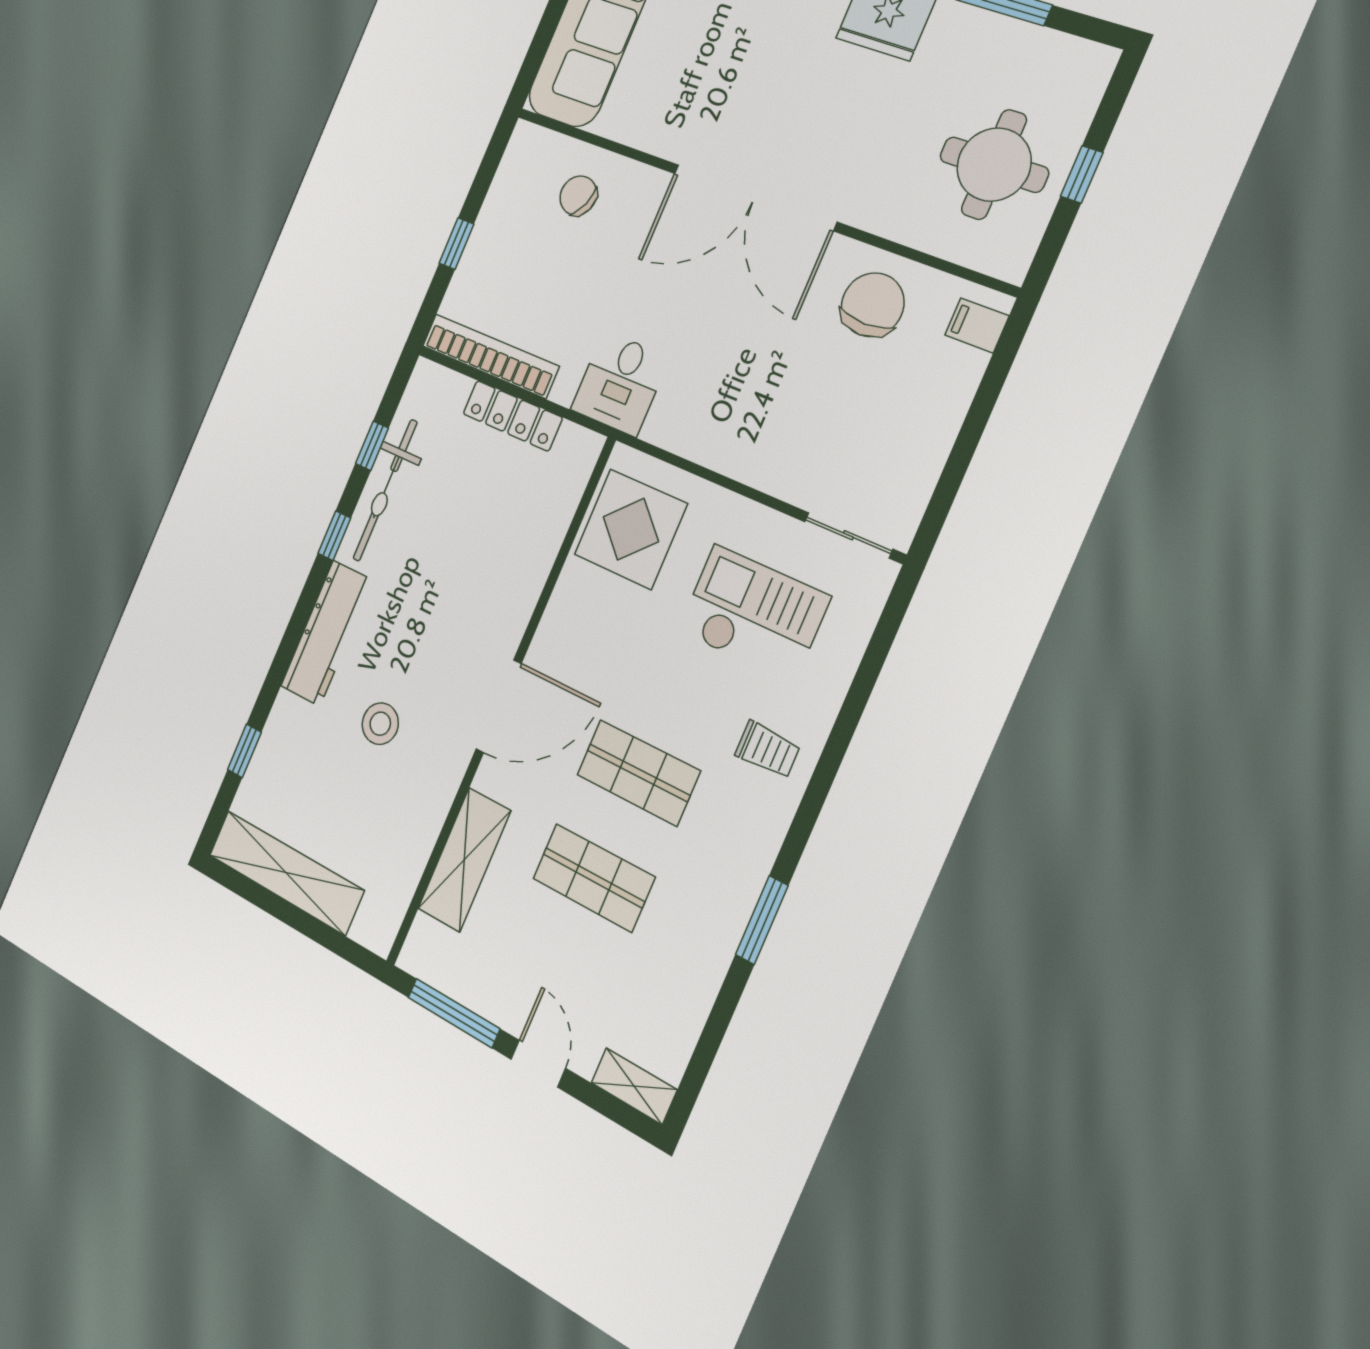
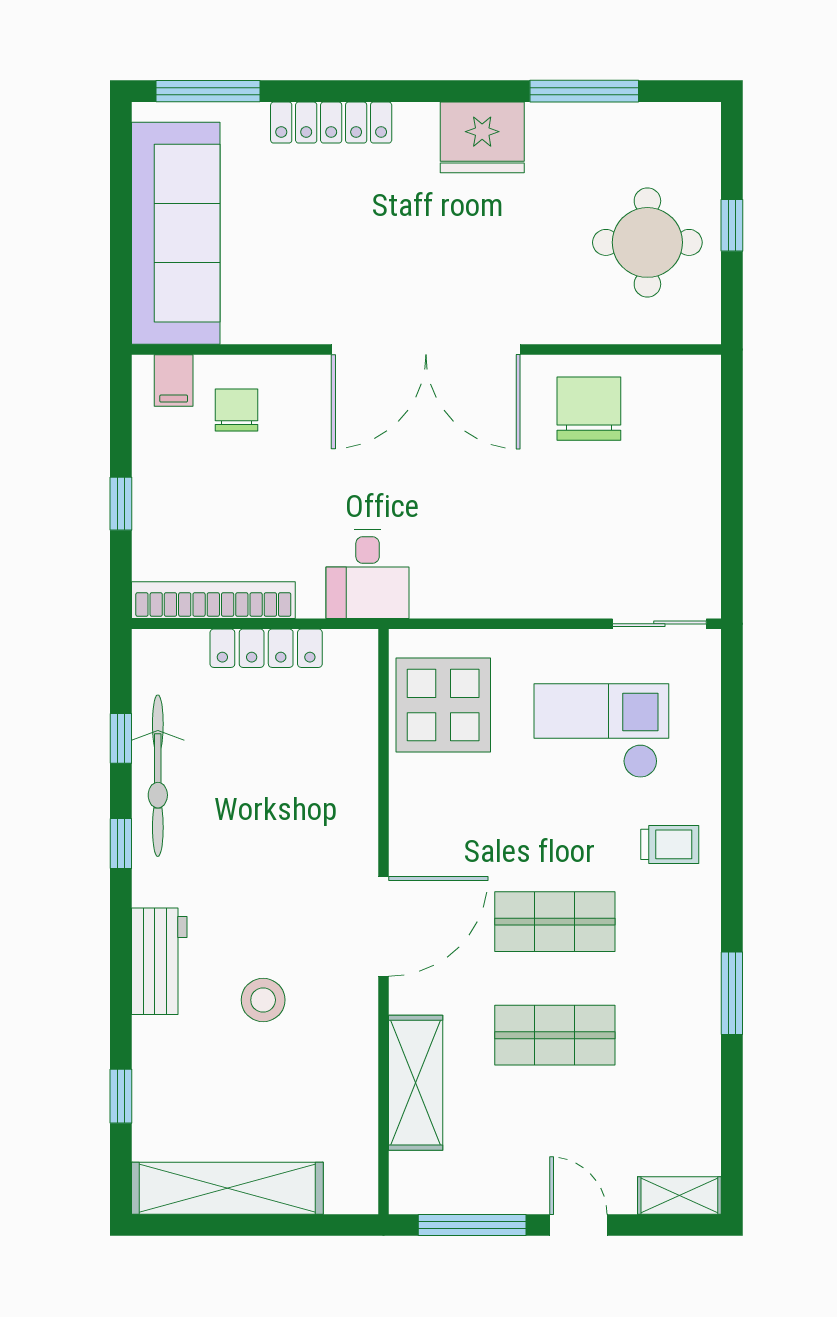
chair: (578, 196) -> (237, 410), turned 66
filing cabinet: (977, 325) -> (174, 380), moved, turned -90
workbench: (327, 633) -> (159, 961), width x0.73

